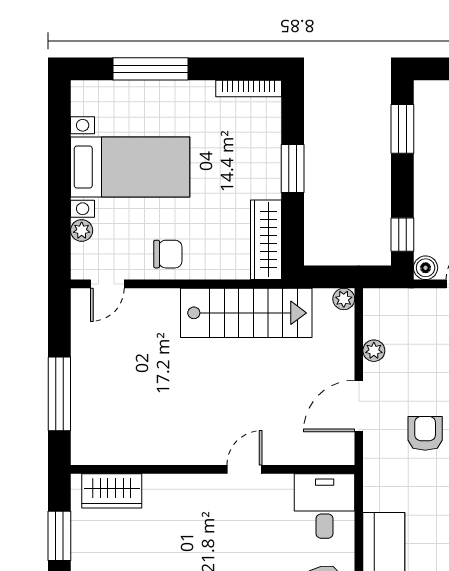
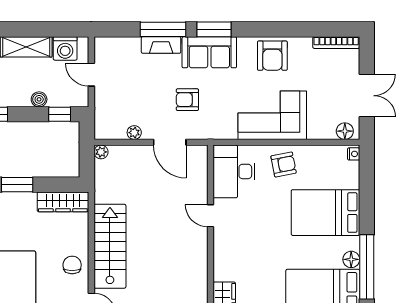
boiler: (426, 268) -> (39, 99), moved
stairs: (246, 313) -> (110, 246), moved
desk: (325, 506) -> (234, 171), width x1.37

